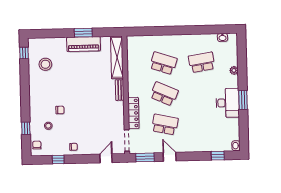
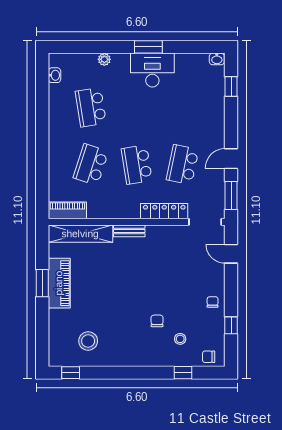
piano: (132, 48) -> (67, 210), added
school desk: (164, 94) -> (137, 165), turned -33

